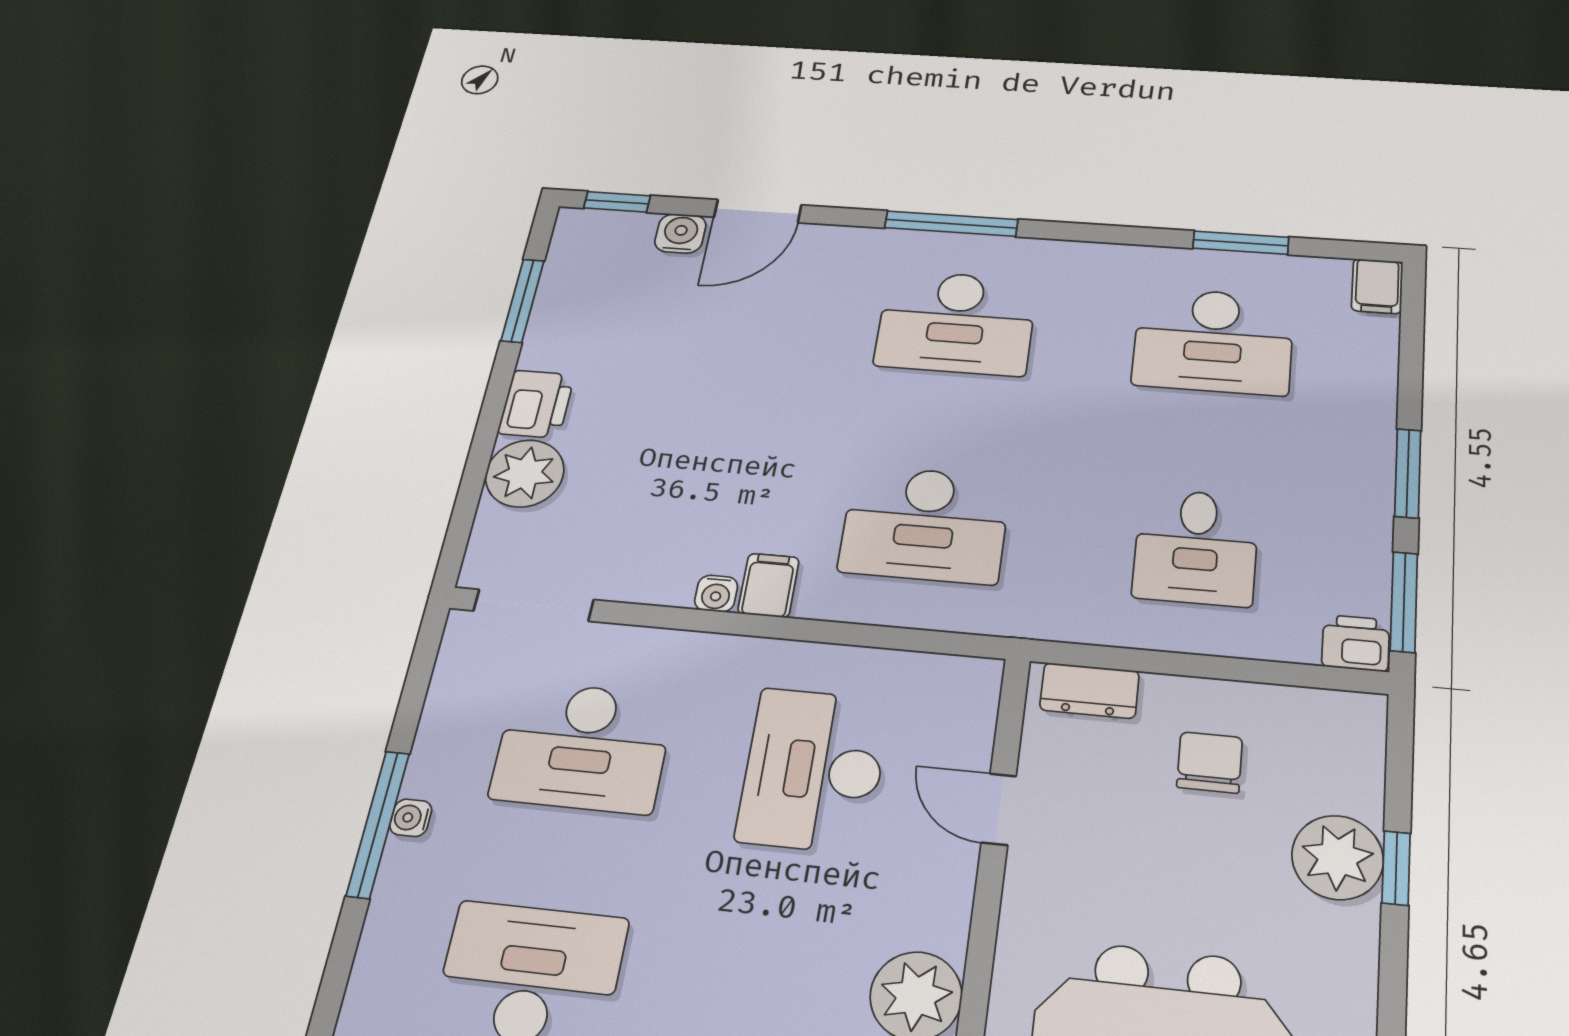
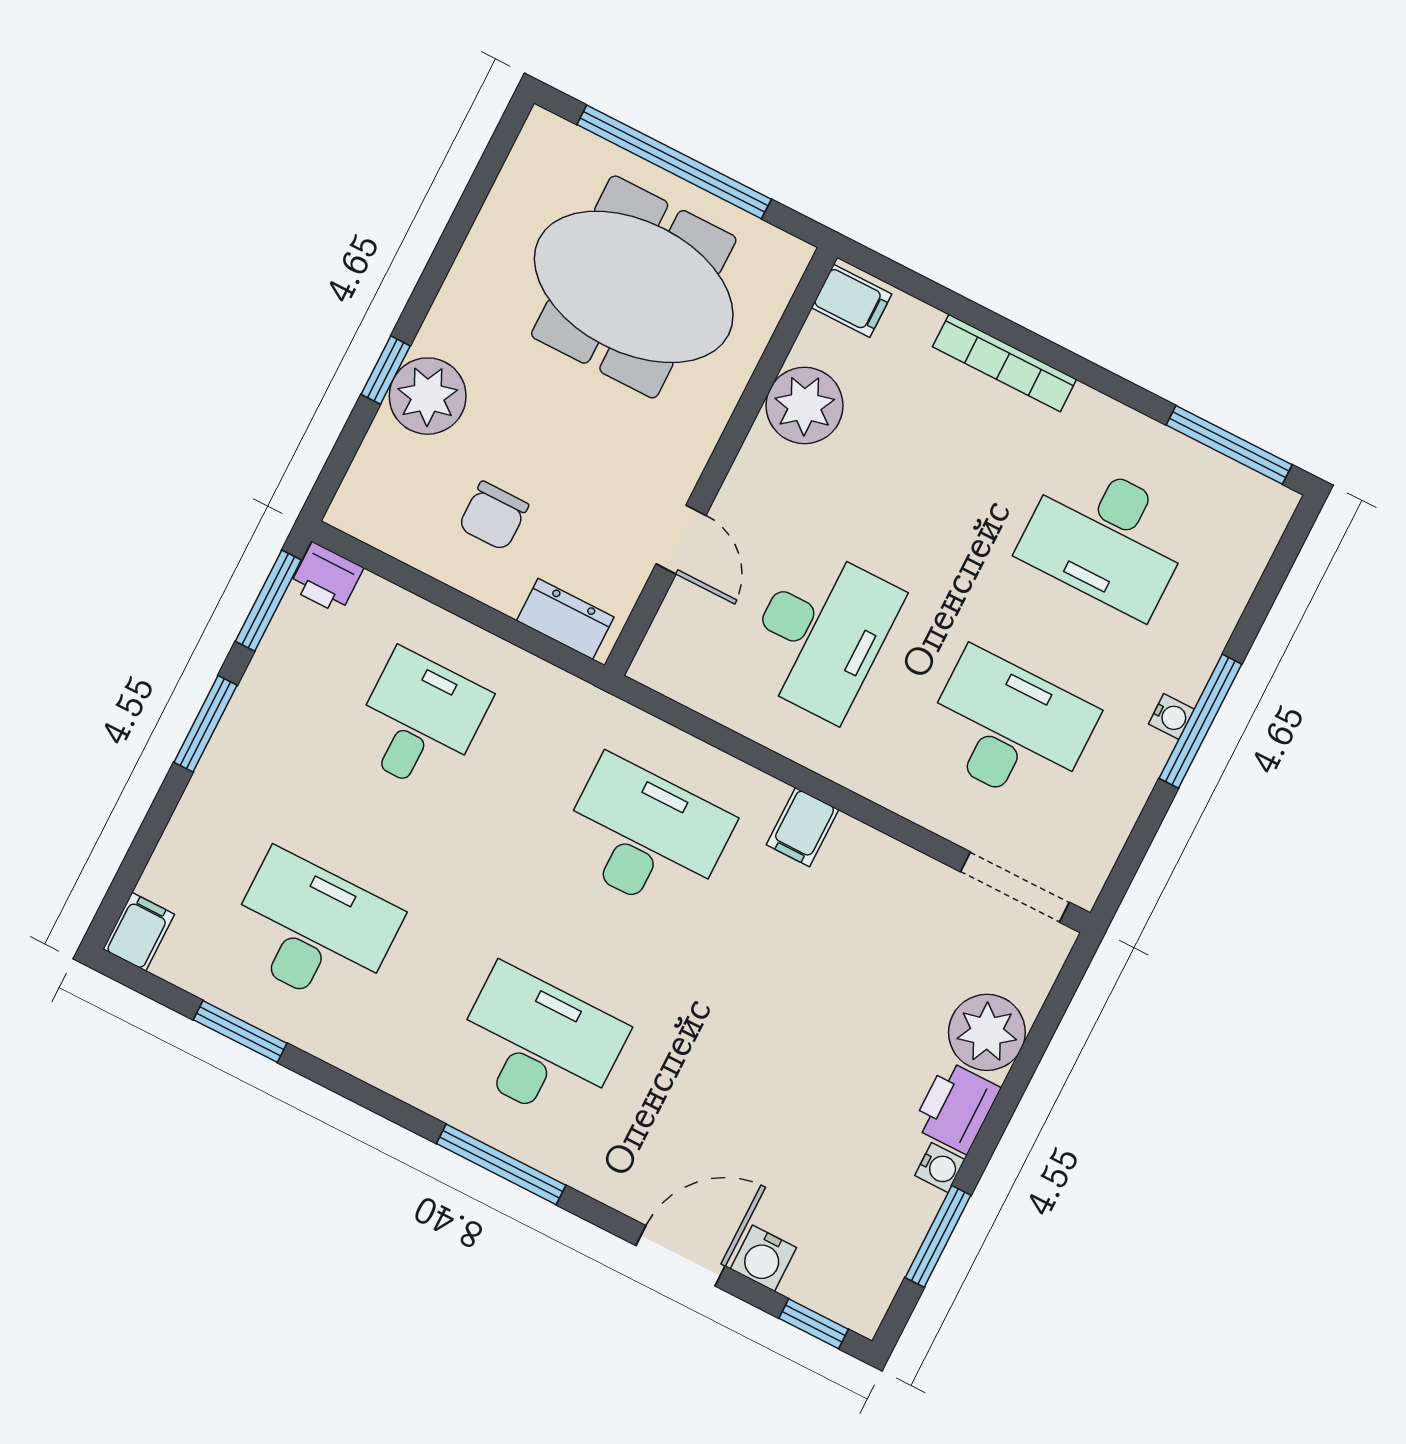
water cooler: (716, 594) -> (940, 1168), moved, turned 90

